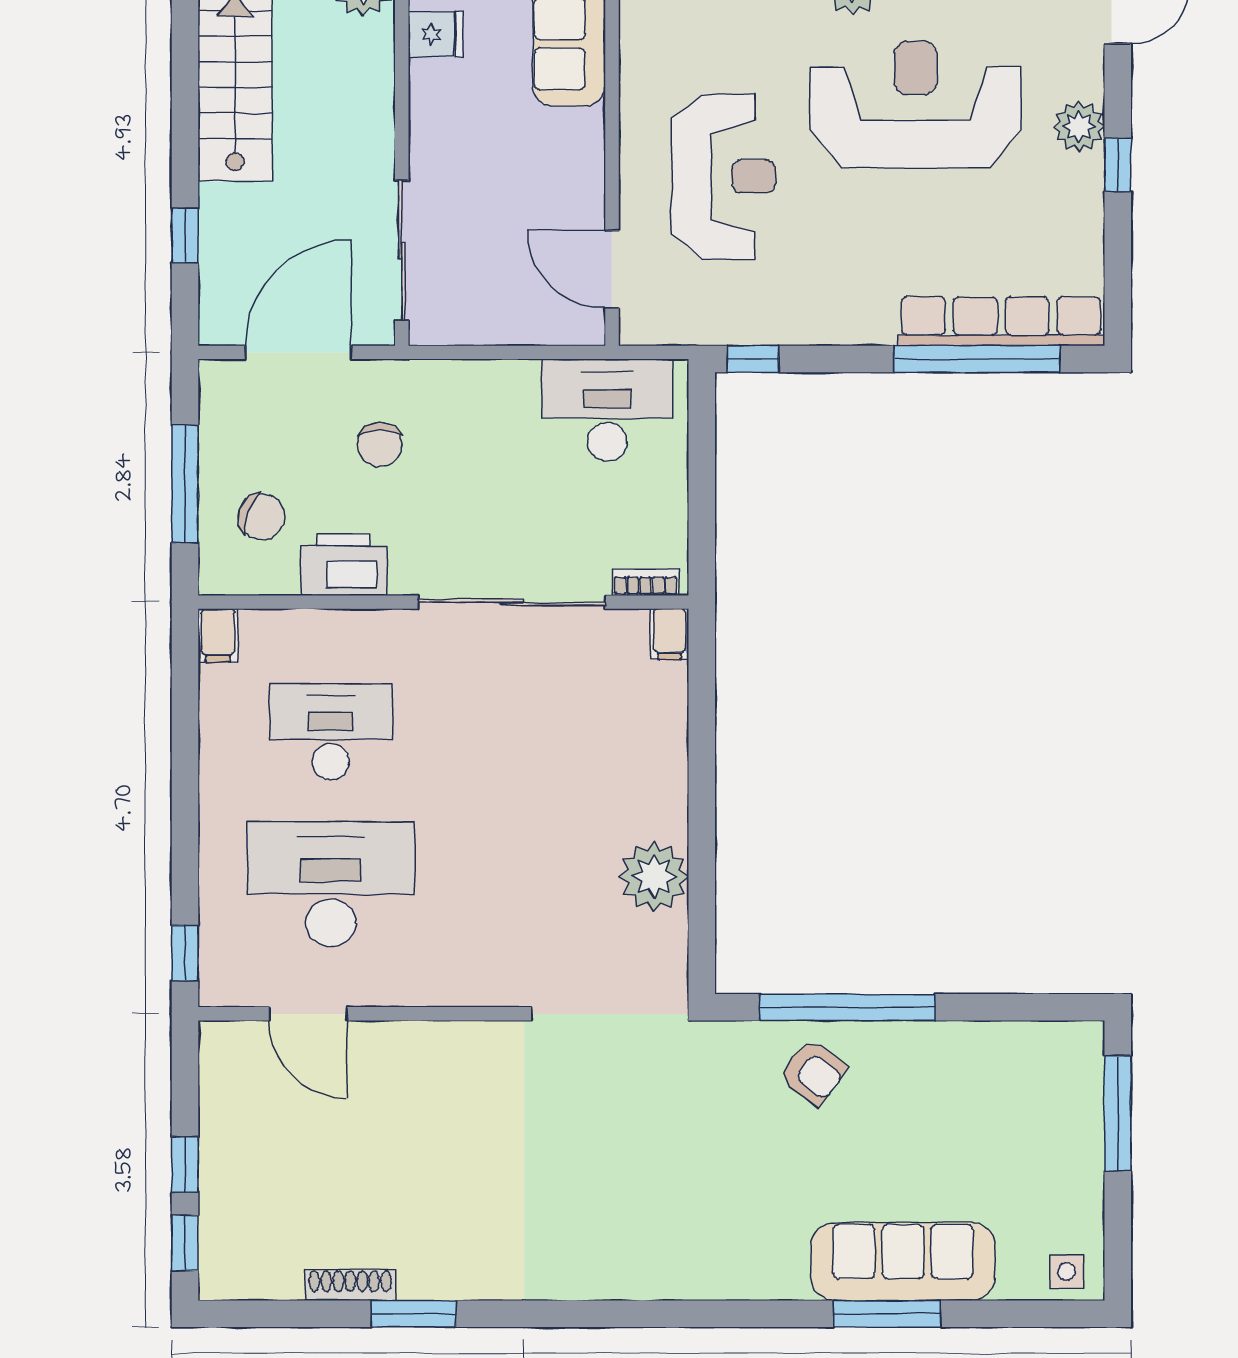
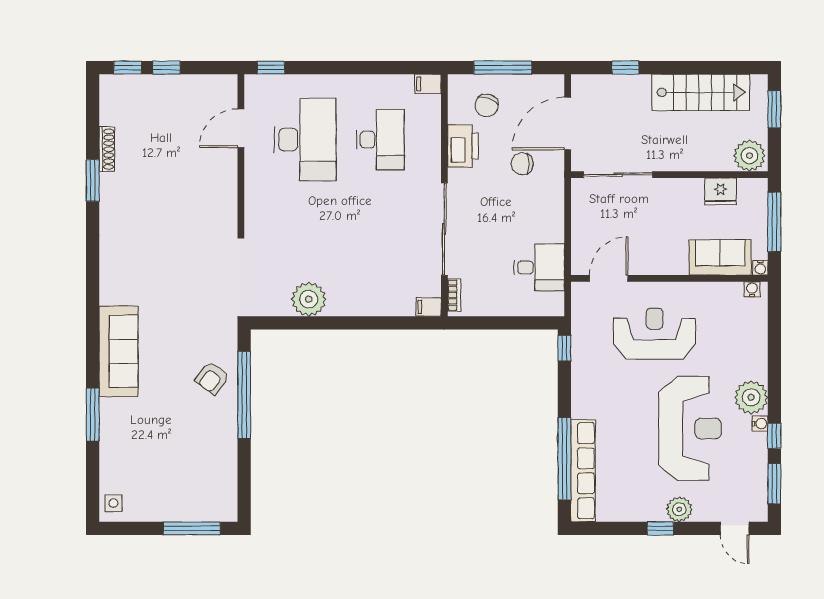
fridge: (436, 34) -> (721, 191), width x1.38
reception desk: (724, 177) -> (655, 334), turned 180
door: (298, 352) -> (568, 124), swing flipped
desk: (607, 410) -> (539, 267), width x0.73
sofa: (903, 1262) -> (119, 351), moved

